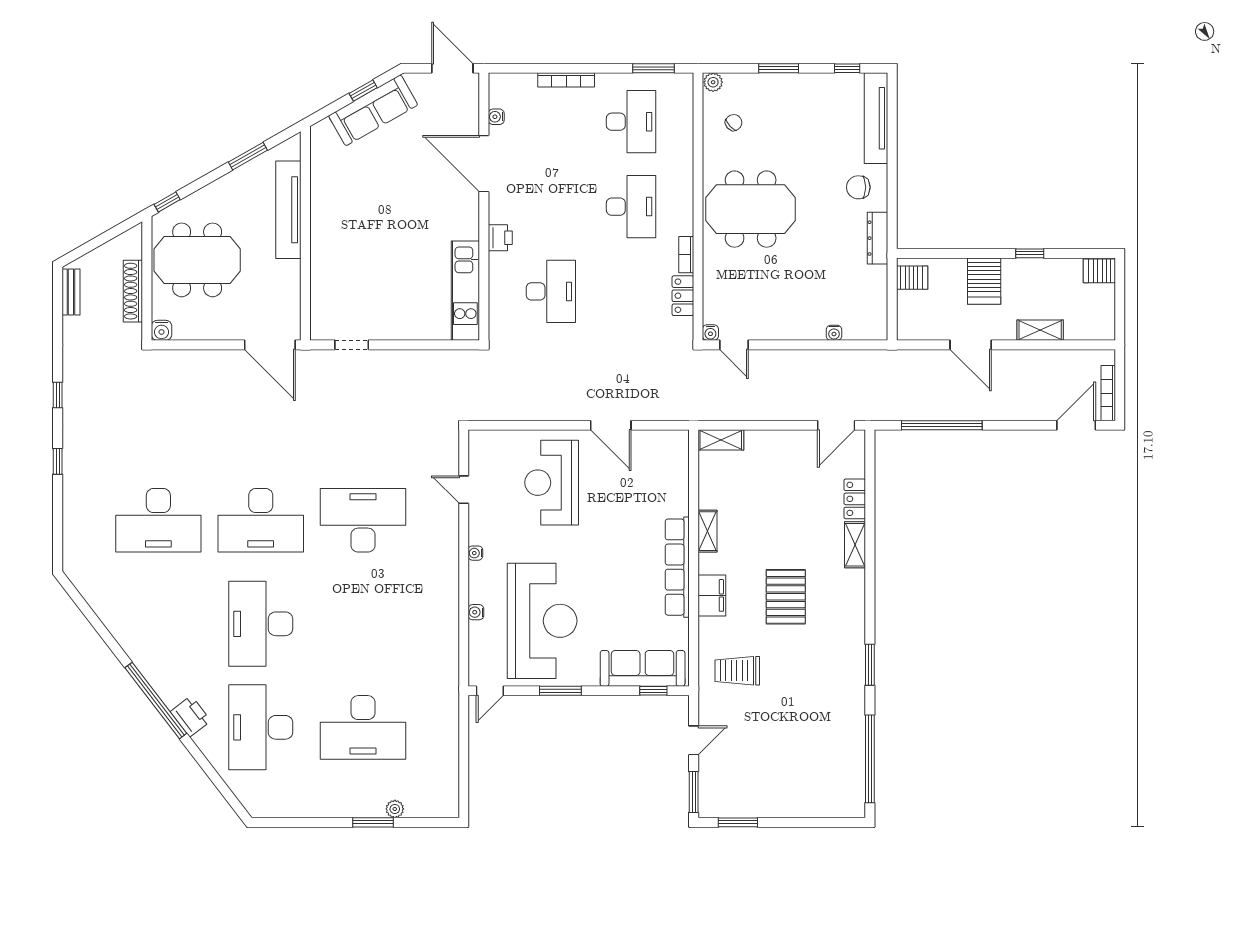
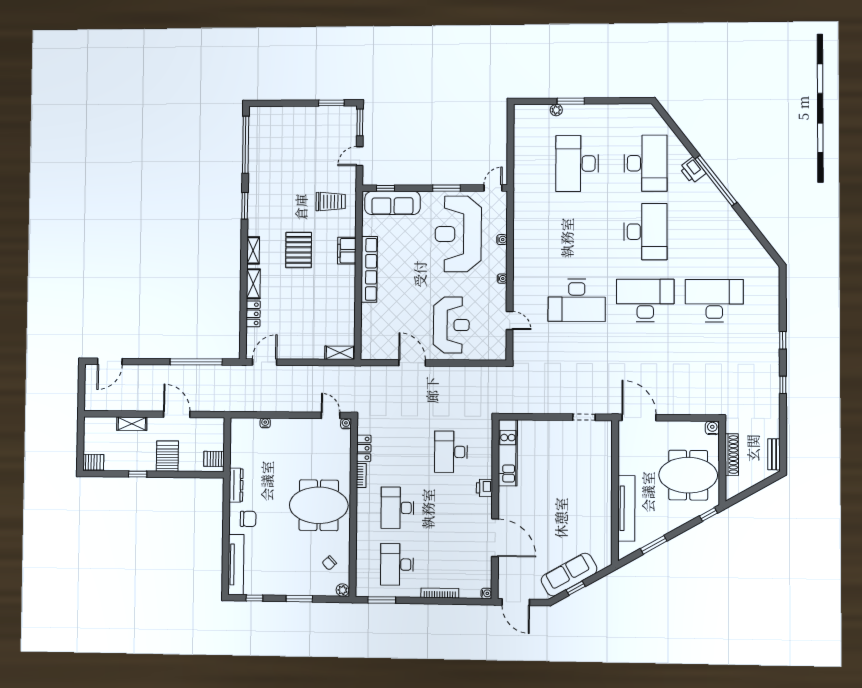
water cooler: (496, 117) -> (486, 593), moved
bookcase: (1108, 393) -> (89, 382), removed
shelving: (707, 531) -> (253, 250), moved
desk: (363, 727) -> (577, 164), turned -90

